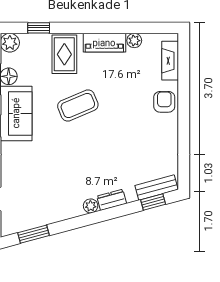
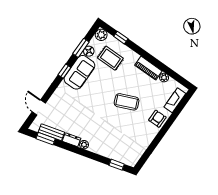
rug: (64, 54) -> (110, 58), moved, turned 90
coffee table: (78, 105) -> (127, 102), moved
bench: (156, 187) -> (51, 132), moved
dresser: (112, 200) -> (72, 140), moved

